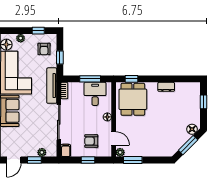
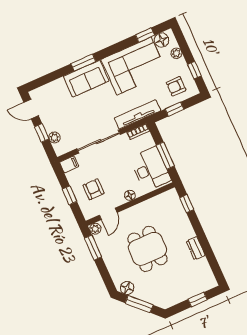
desk: (95, 94) -> (150, 169), width x1.37
dining table: (133, 99) -> (147, 249), moved, turned 90
floor lamp: (192, 129) -> (127, 288), moved

